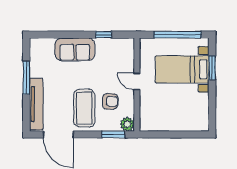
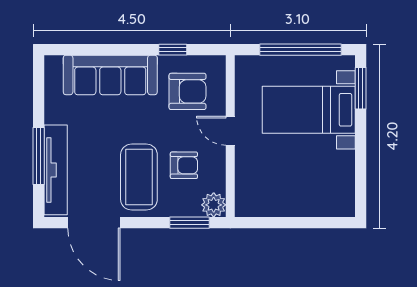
sofa: (75, 49) -> (110, 75), width x1.36
armchair: (112, 59) -> (187, 91), added
window: (212, 68) -> (361, 88), moved
window: (26, 78) -> (39, 156), moved

